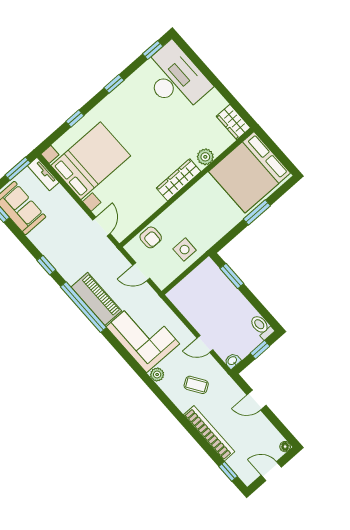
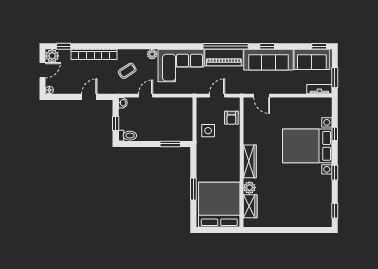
desk: (175, 78) -> (308, 209), removed
wardrobe: (233, 122) -> (250, 206), moved, turned 90
bed with nightstands: (91, 161) -> (307, 146), moved, turned 90
armchair: (151, 237) -> (231, 118), turned -90
sofa: (59, 252) -> (269, 60), added
plant: (248, 474) -> (52, 56), added

